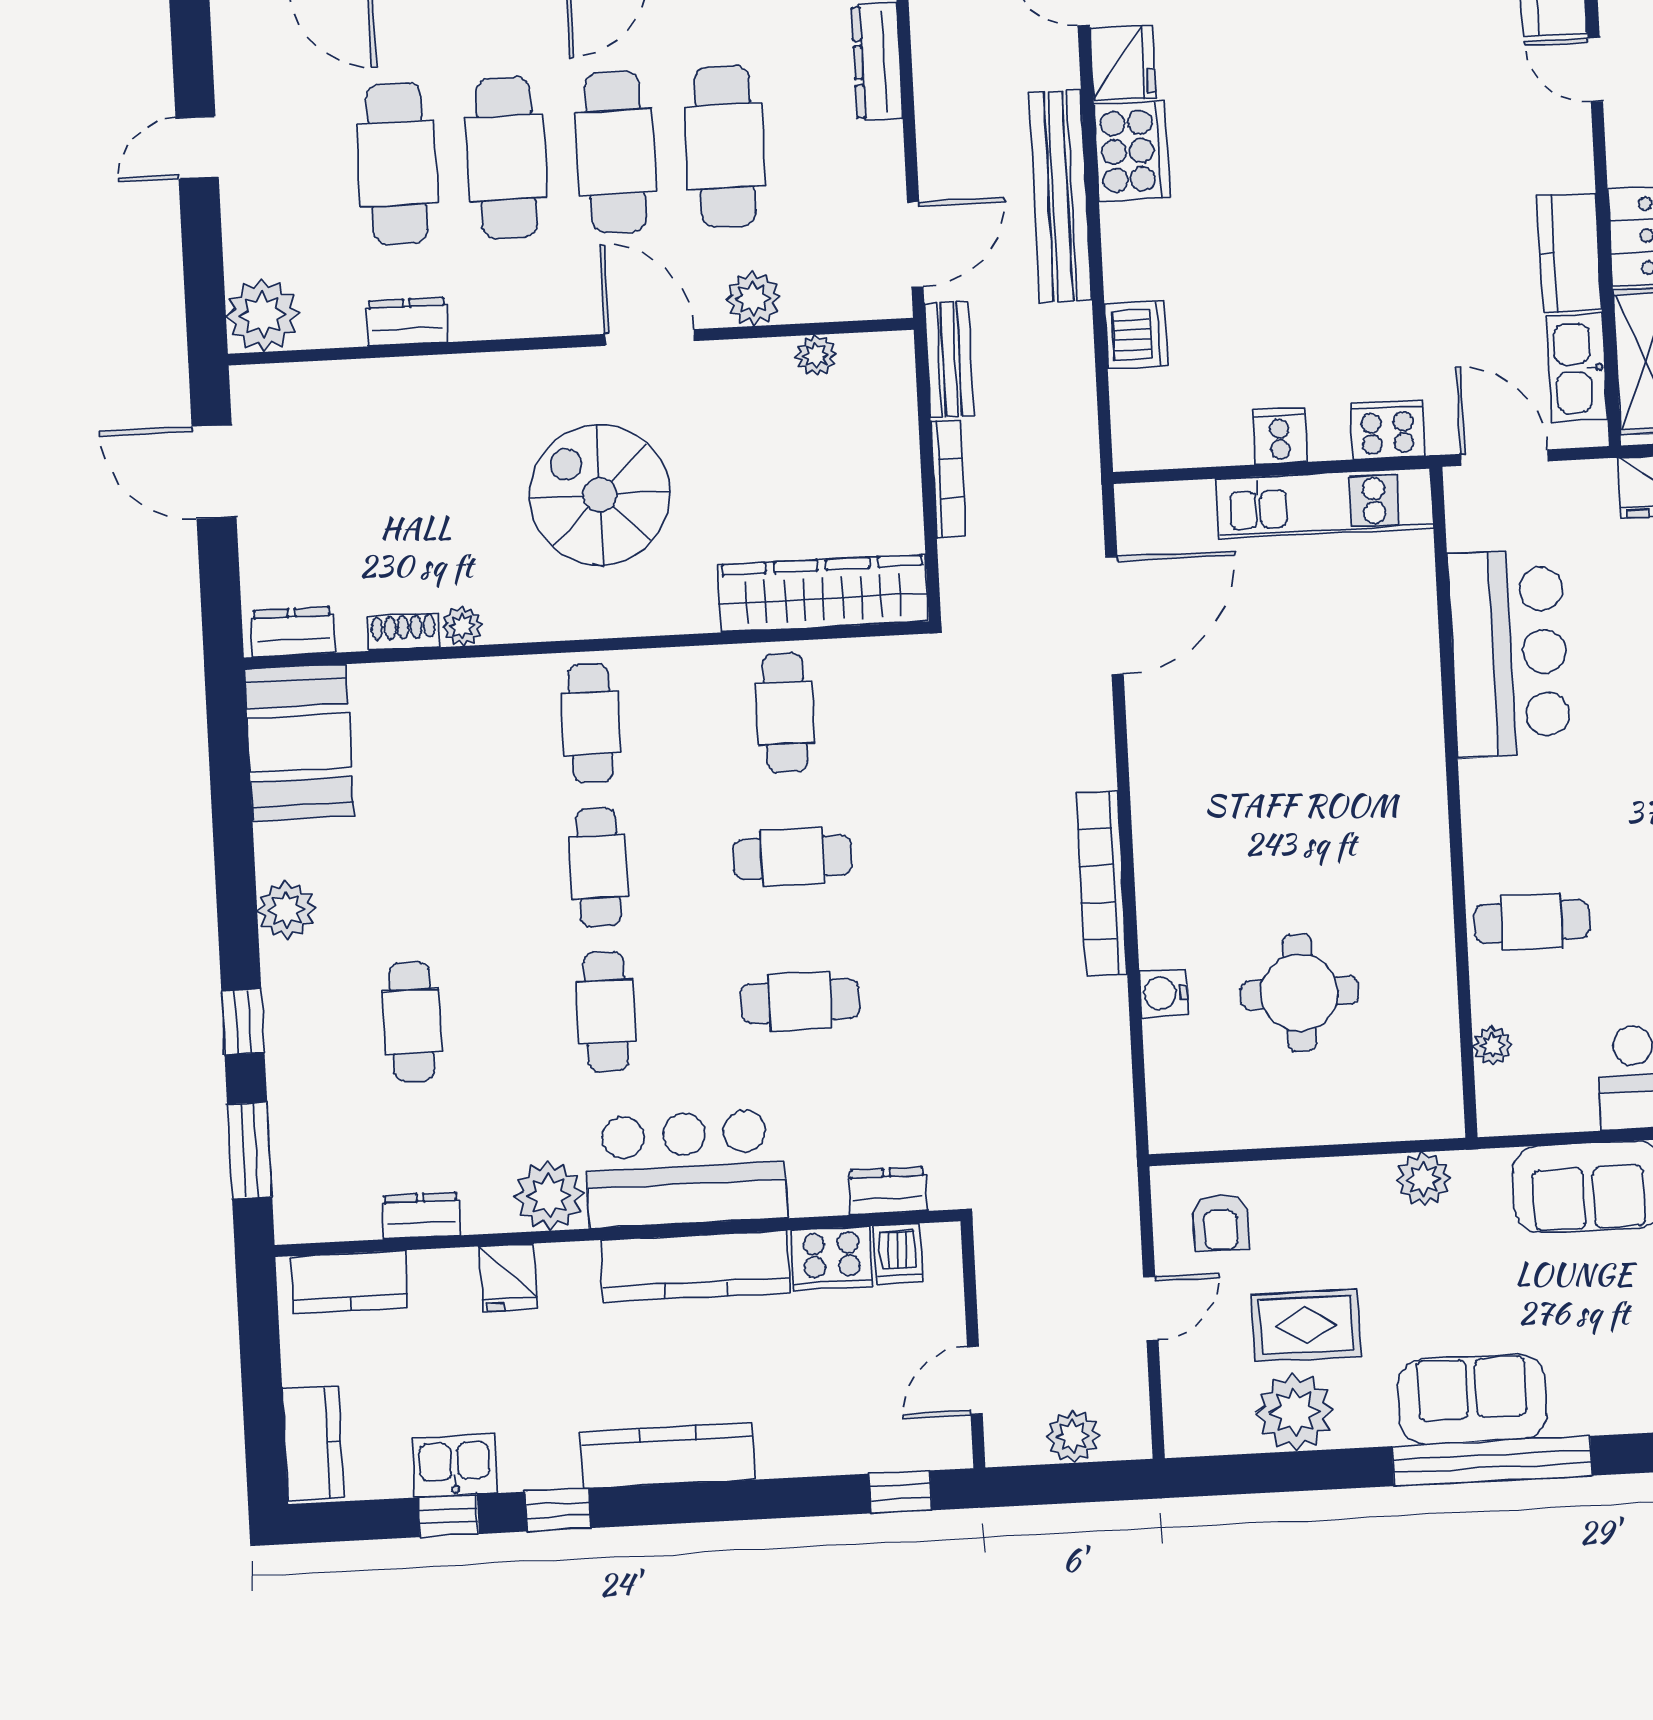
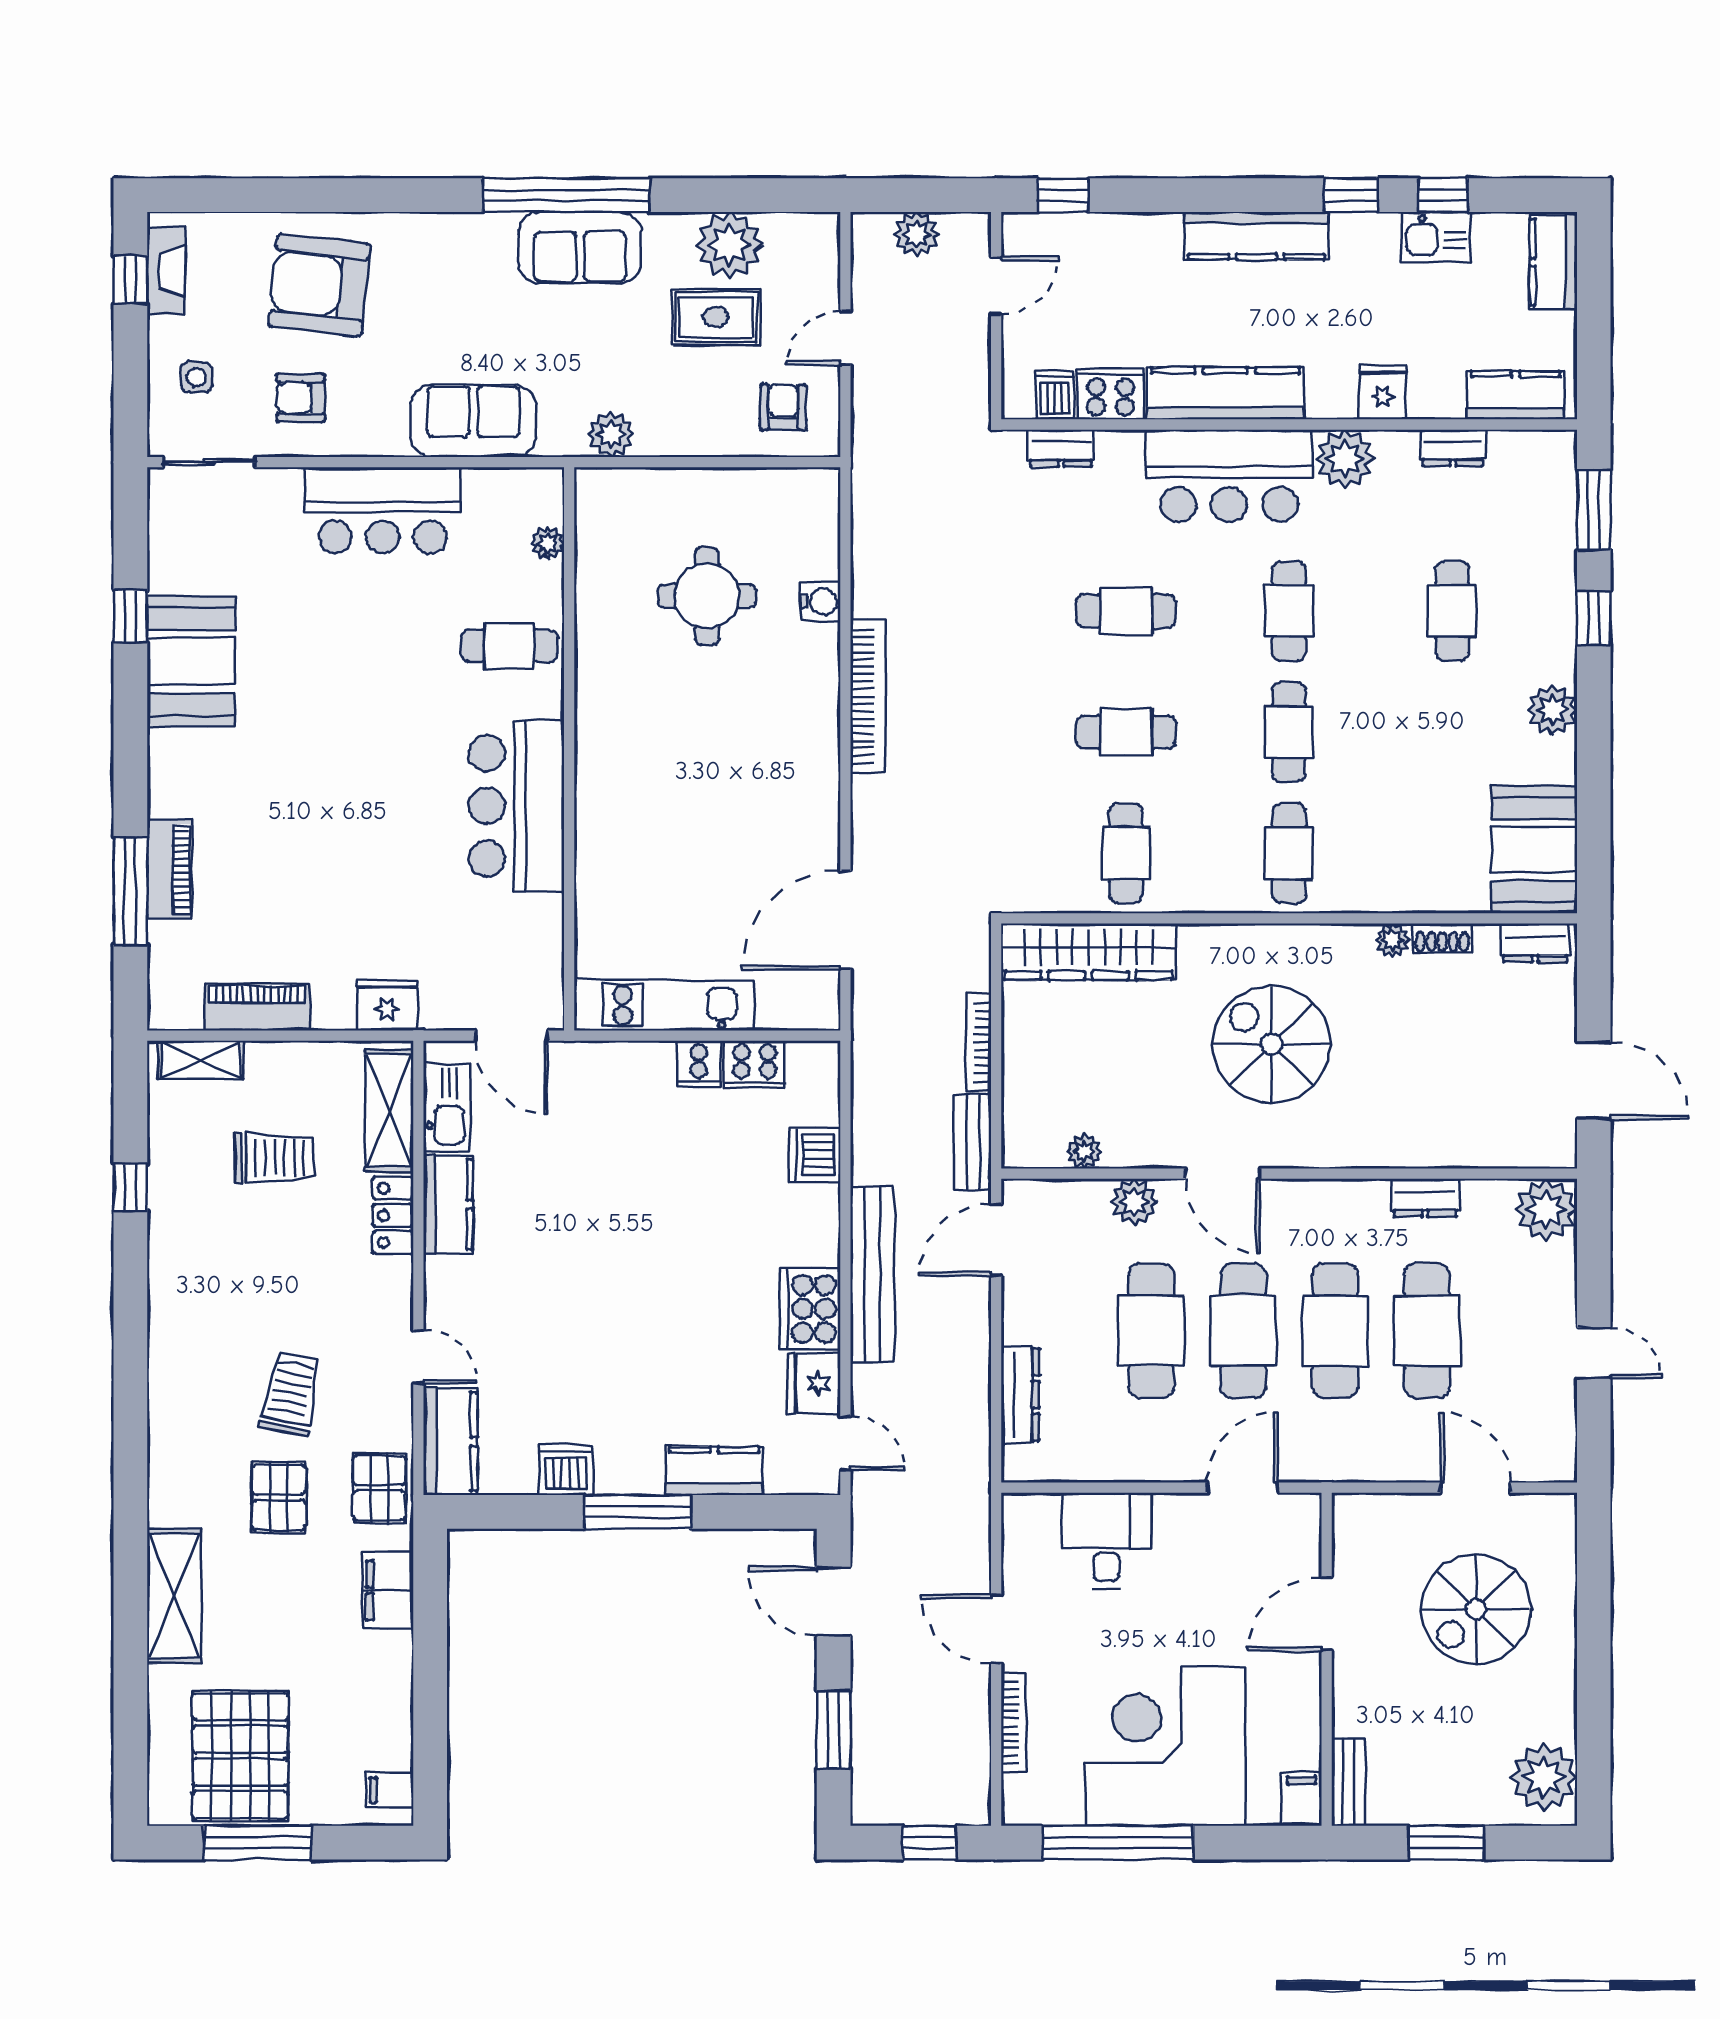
door: (197, 148) -> (1594, 1353), hinge flipped
cooker: (1387, 430) -> (755, 1064), moved
spiral stairs: (600, 495) -> (1271, 1044), turned 180
bar counter: (1509, 653) -> (516, 806), moved

